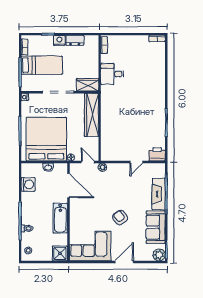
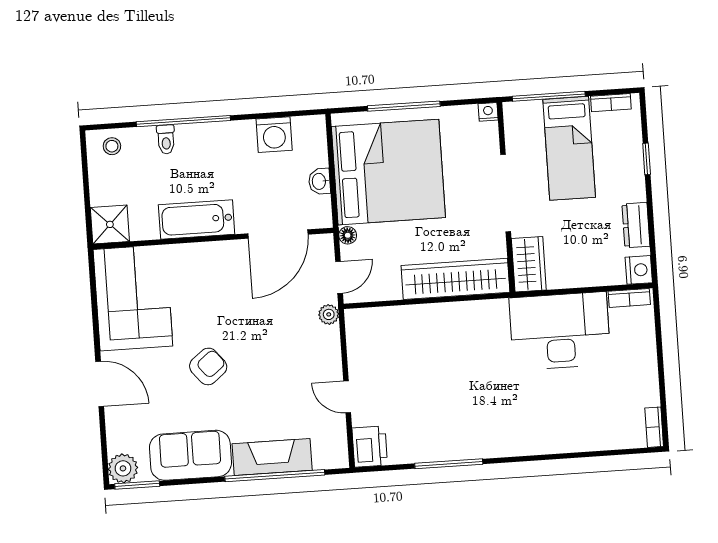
nightstand: (59, 40) -> (639, 270), moved
desk: (112, 74) -> (560, 331), width x1.87, depth x1.30

